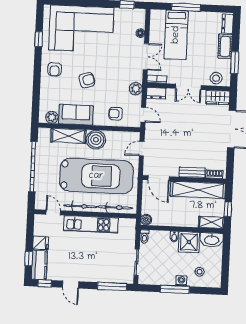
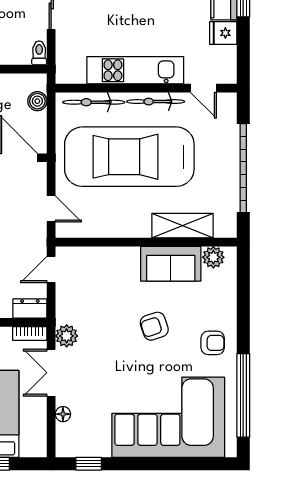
window: (39, 39) -> (243, 395), width x3.17
armchair: (54, 69) -> (213, 343), turned 90
plant: (136, 89) -> (67, 336), moved
armchair: (116, 114) -> (100, 269), removed
door: (143, 115) -> (51, 269), hinge flipped
boiler: (96, 140) -> (133, 221), removed
door: (142, 149) -> (51, 209), hinge flipped
boiler: (146, 220) -> (37, 101), moved

